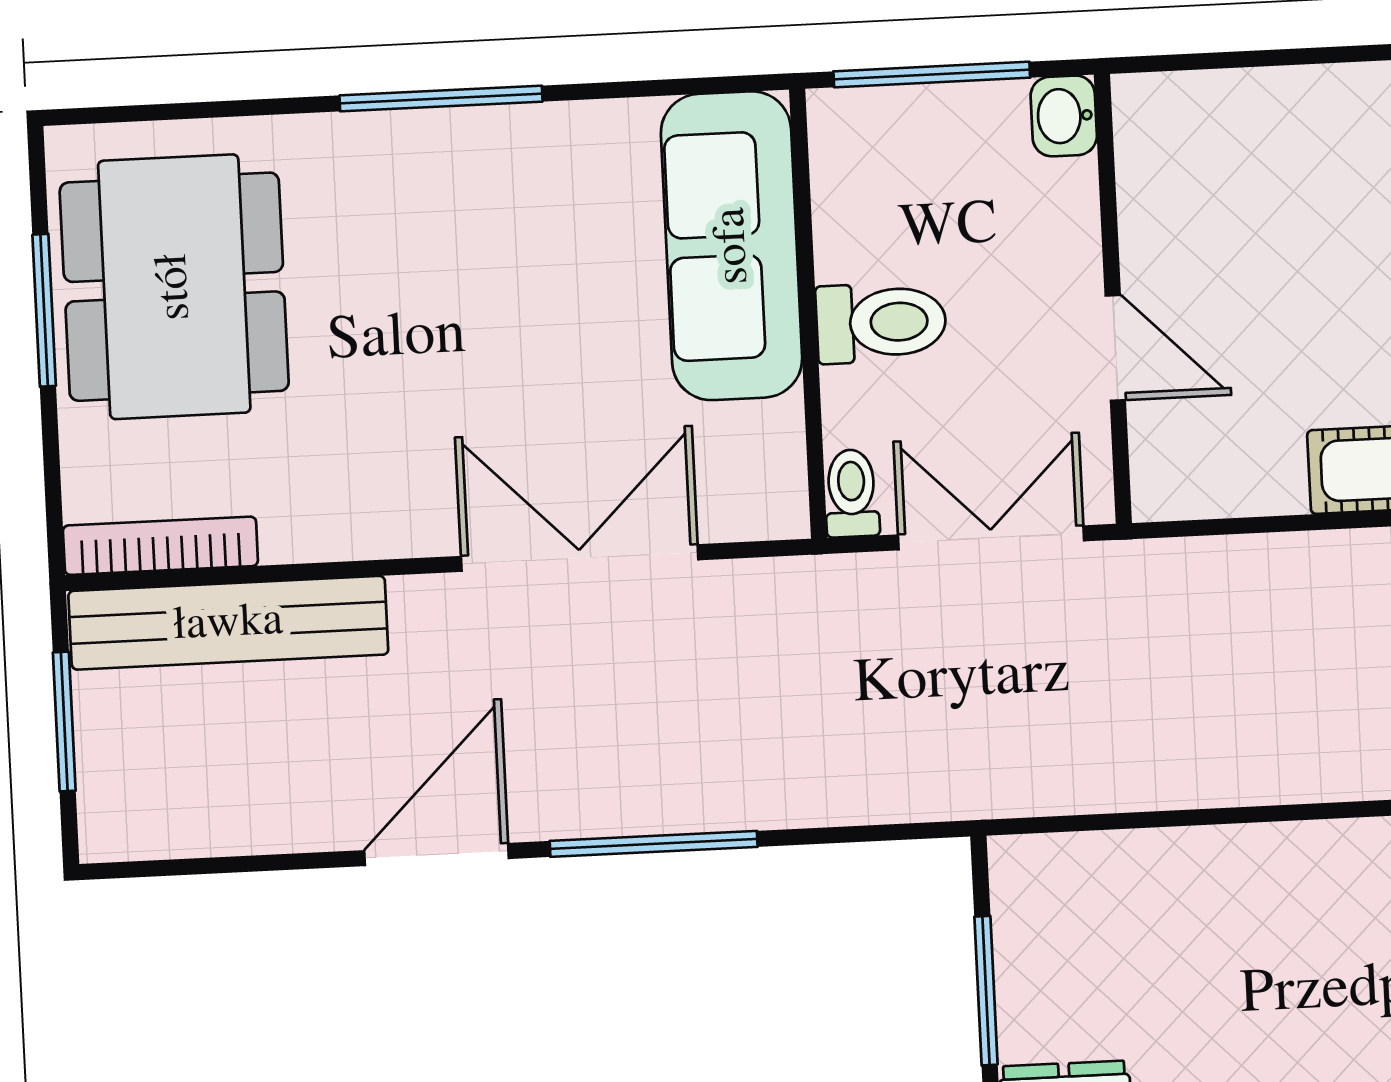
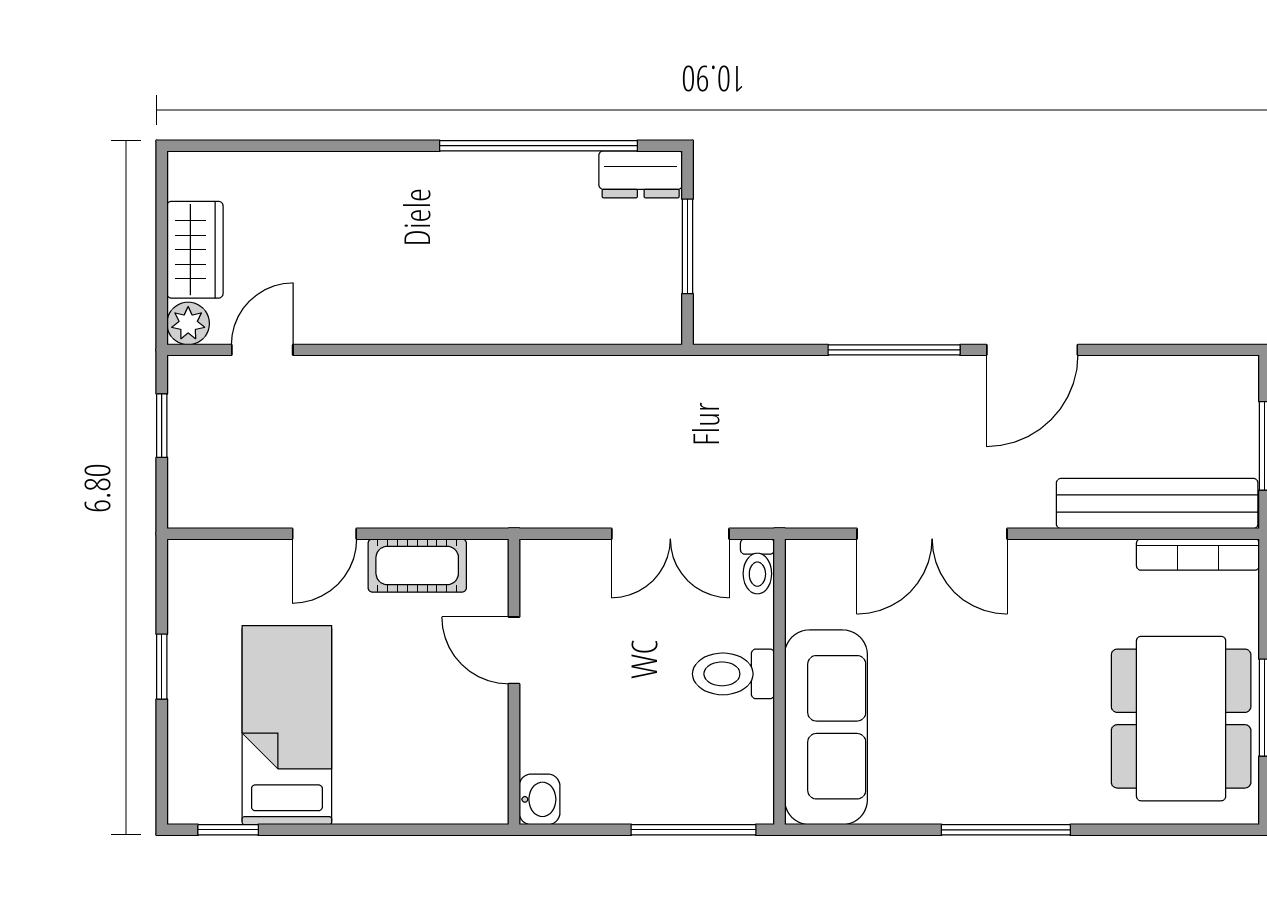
washbasin: (1064, 116) -> (540, 799), moved
wall: (1113, 299) -> (514, 682), moved
door: (1115, 348) -> (514, 650), moved

